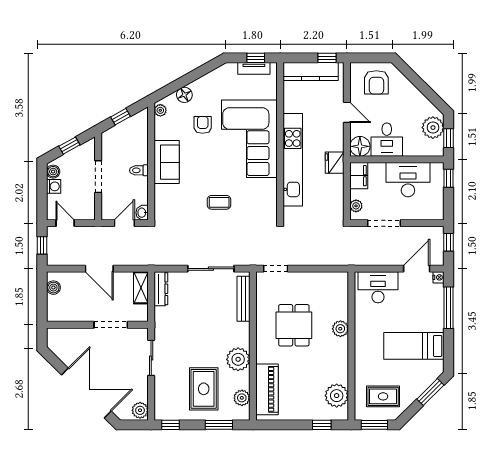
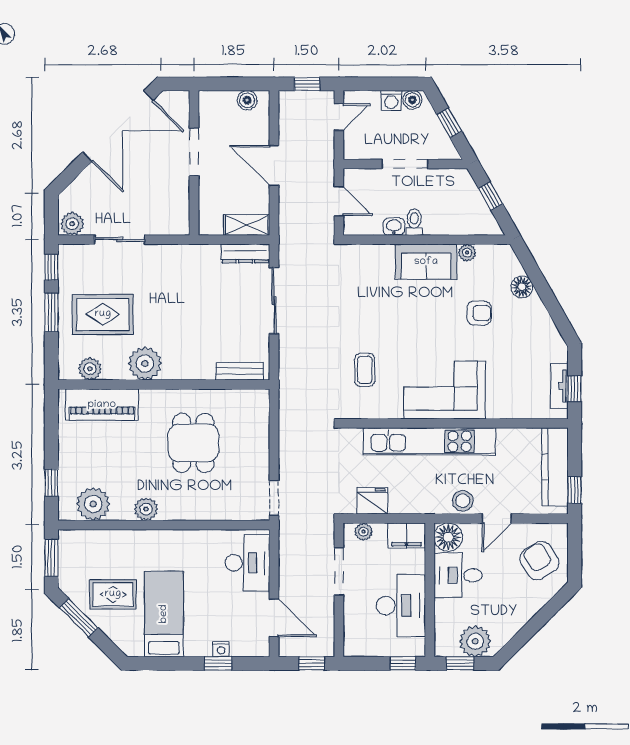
armchair: (376, 82) -> (540, 561), turned 58
plant: (160, 110) -> (467, 253), moved
stool: (334, 136) -> (463, 501), added
corner sofa: (249, 139) -> (445, 390), width x0.73, depth x0.74
fridge: (335, 163) -> (372, 501), moved
coffee table: (219, 202) -> (365, 370), moved
washbasin: (142, 213) -> (394, 227), moved
door: (99, 269) -> (274, 165), hinge flipped
sliding door: (211, 269) -> (274, 301), moved
doorway: (276, 269) -> (274, 498), moved
nightstand: (439, 277) -> (221, 649), moved
bench: (243, 299) -> (240, 371), width x0.73
window: (449, 308) -> (218, 663), width x0.46
doorway: (111, 325) -> (194, 152), moved
dining table: (294, 325) -> (193, 443), turned 90
plant: (340, 329) -> (146, 509), moved
sliding door: (151, 358) -> (120, 240), moved
window: (430, 392) -> (79, 618), moved
double door: (86, 393) -> (118, 126), moved
rug: (383, 396) -> (113, 594), moved, turned 90
window: (219, 425) -> (51, 312), moved

